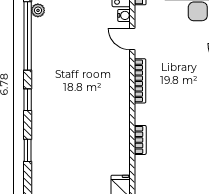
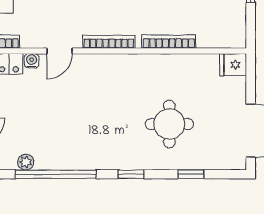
round table: (70, 132) -> (169, 124), added
bookcase: (140, 140) -> (169, 42), width x1.56

